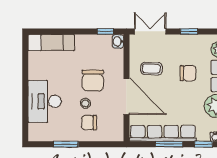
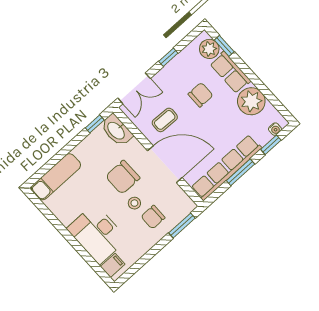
double door: (150, 31) -> (134, 88), swing flipped
washbasin: (118, 41) -> (116, 130), width x1.91, depth x1.45
chair: (93, 81) -> (123, 177), turned 90
filing cabinet: (37, 130) -> (113, 265), added
window: (66, 144) -> (182, 226), moved

